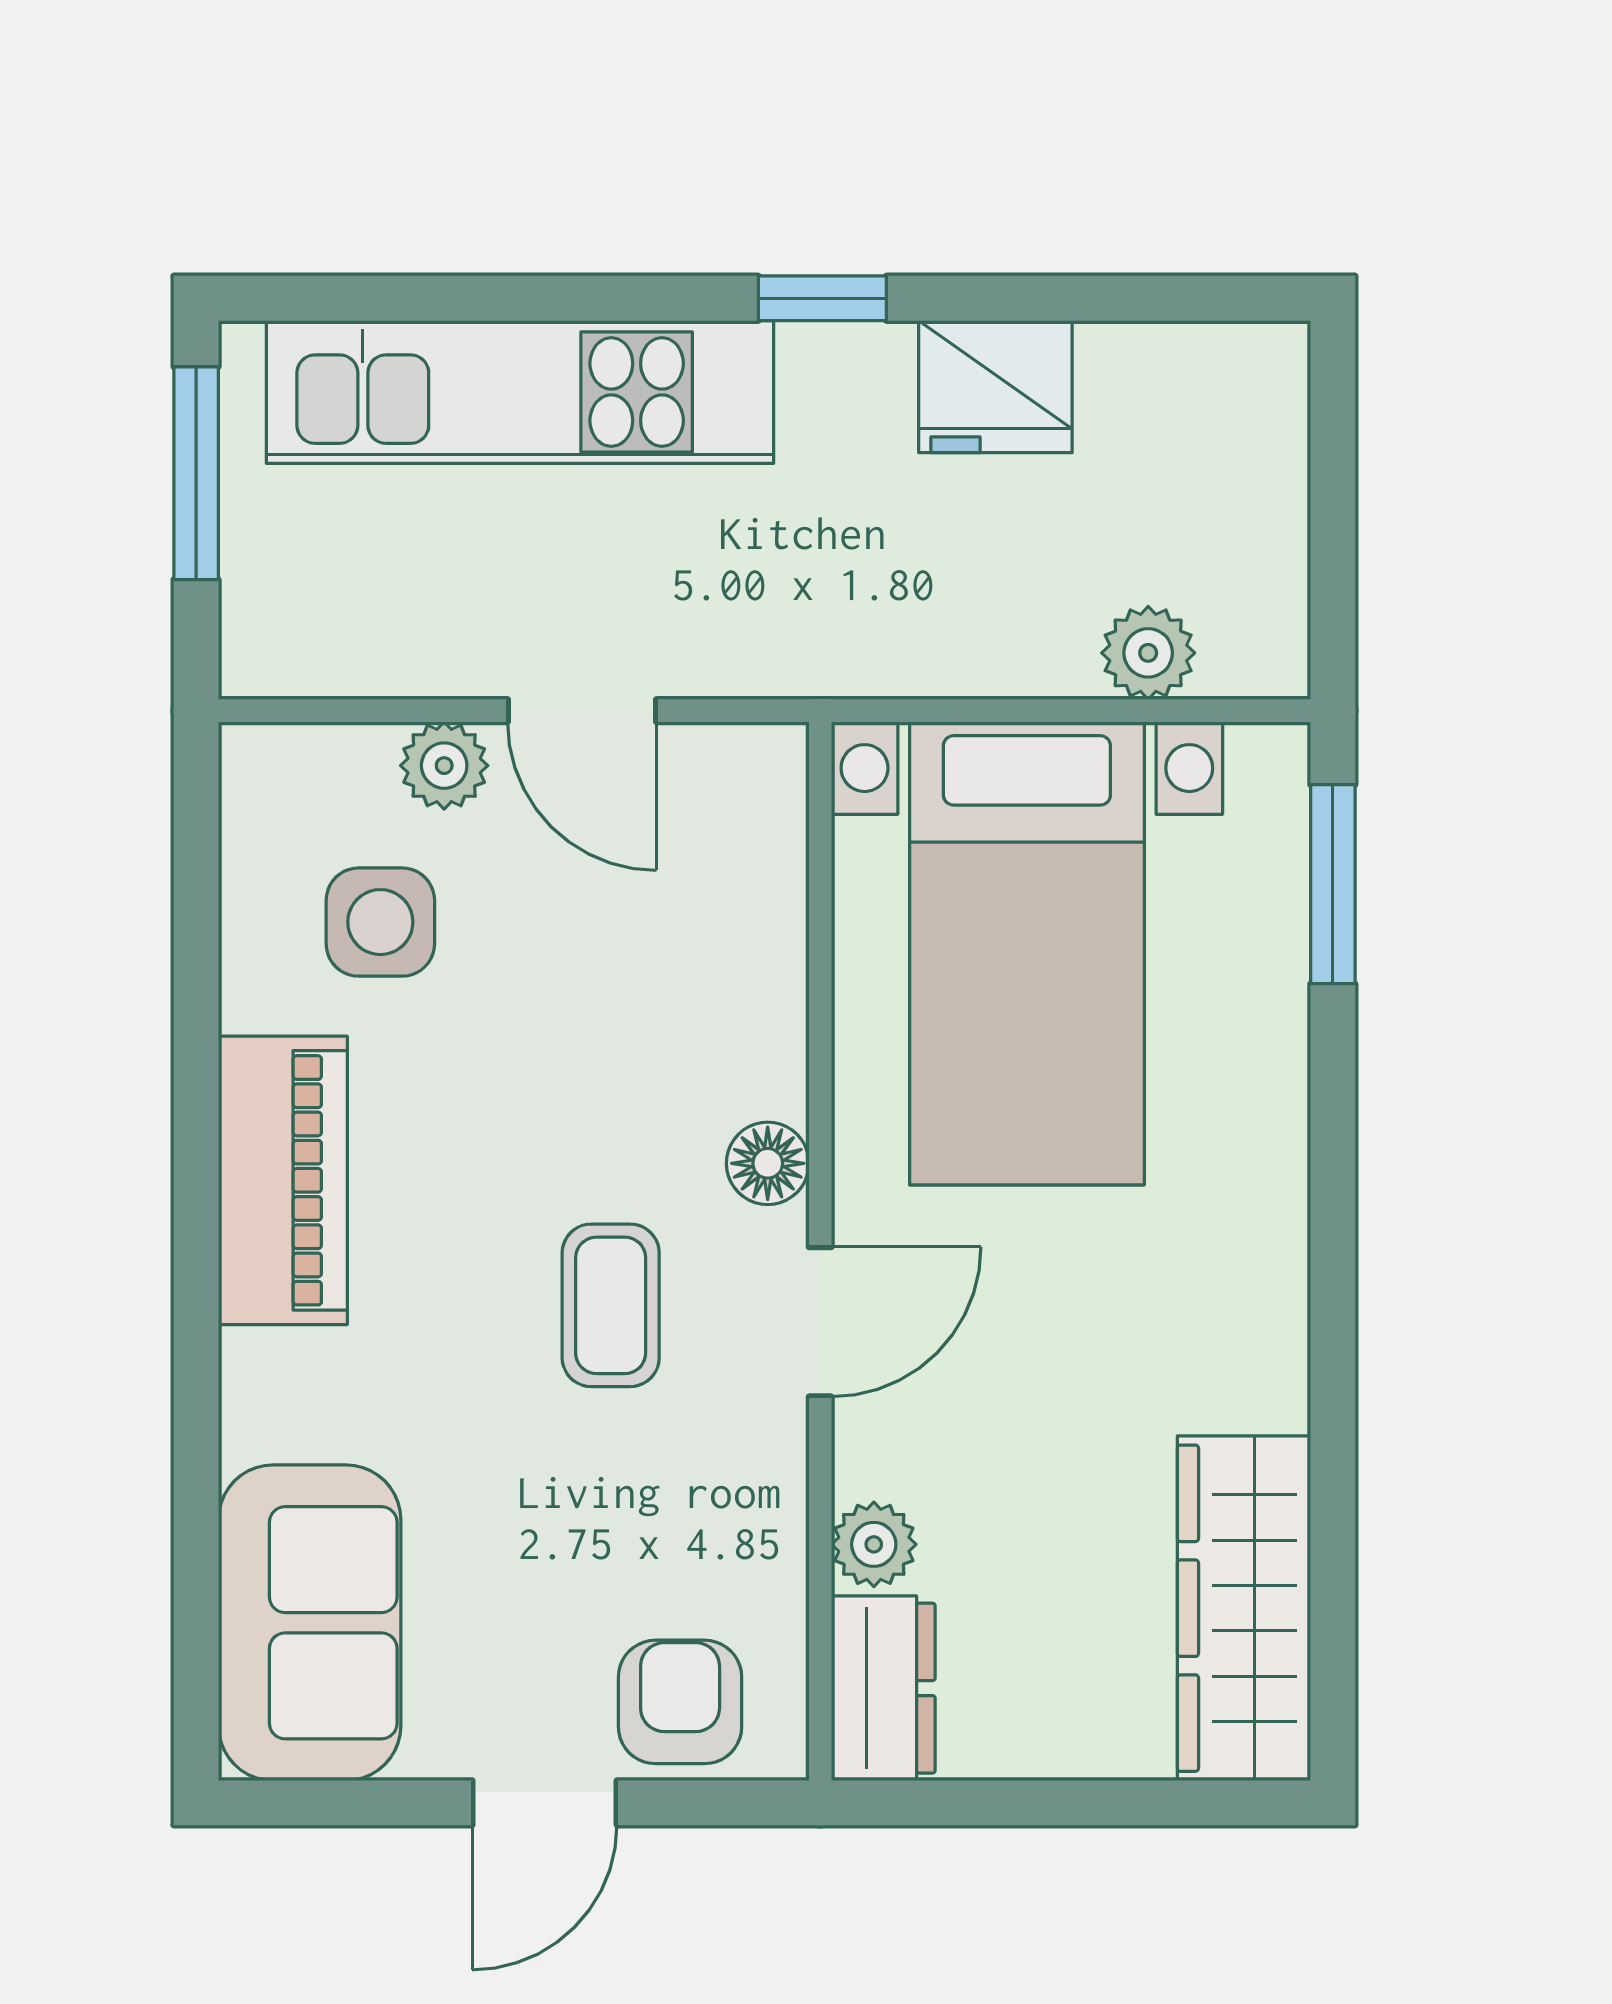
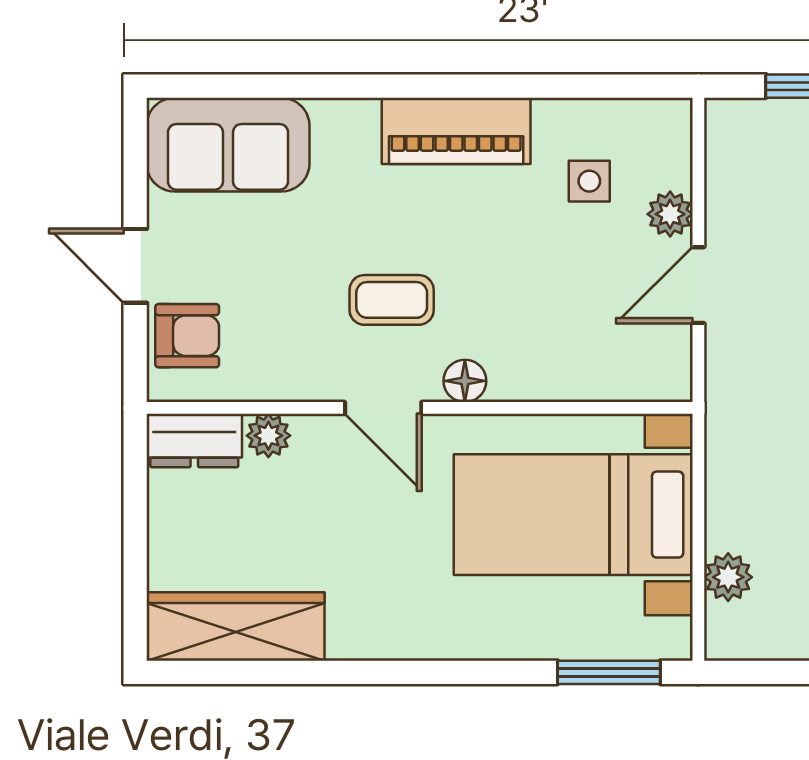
side table: (380, 922) -> (589, 181), width x0.73, depth x0.73

